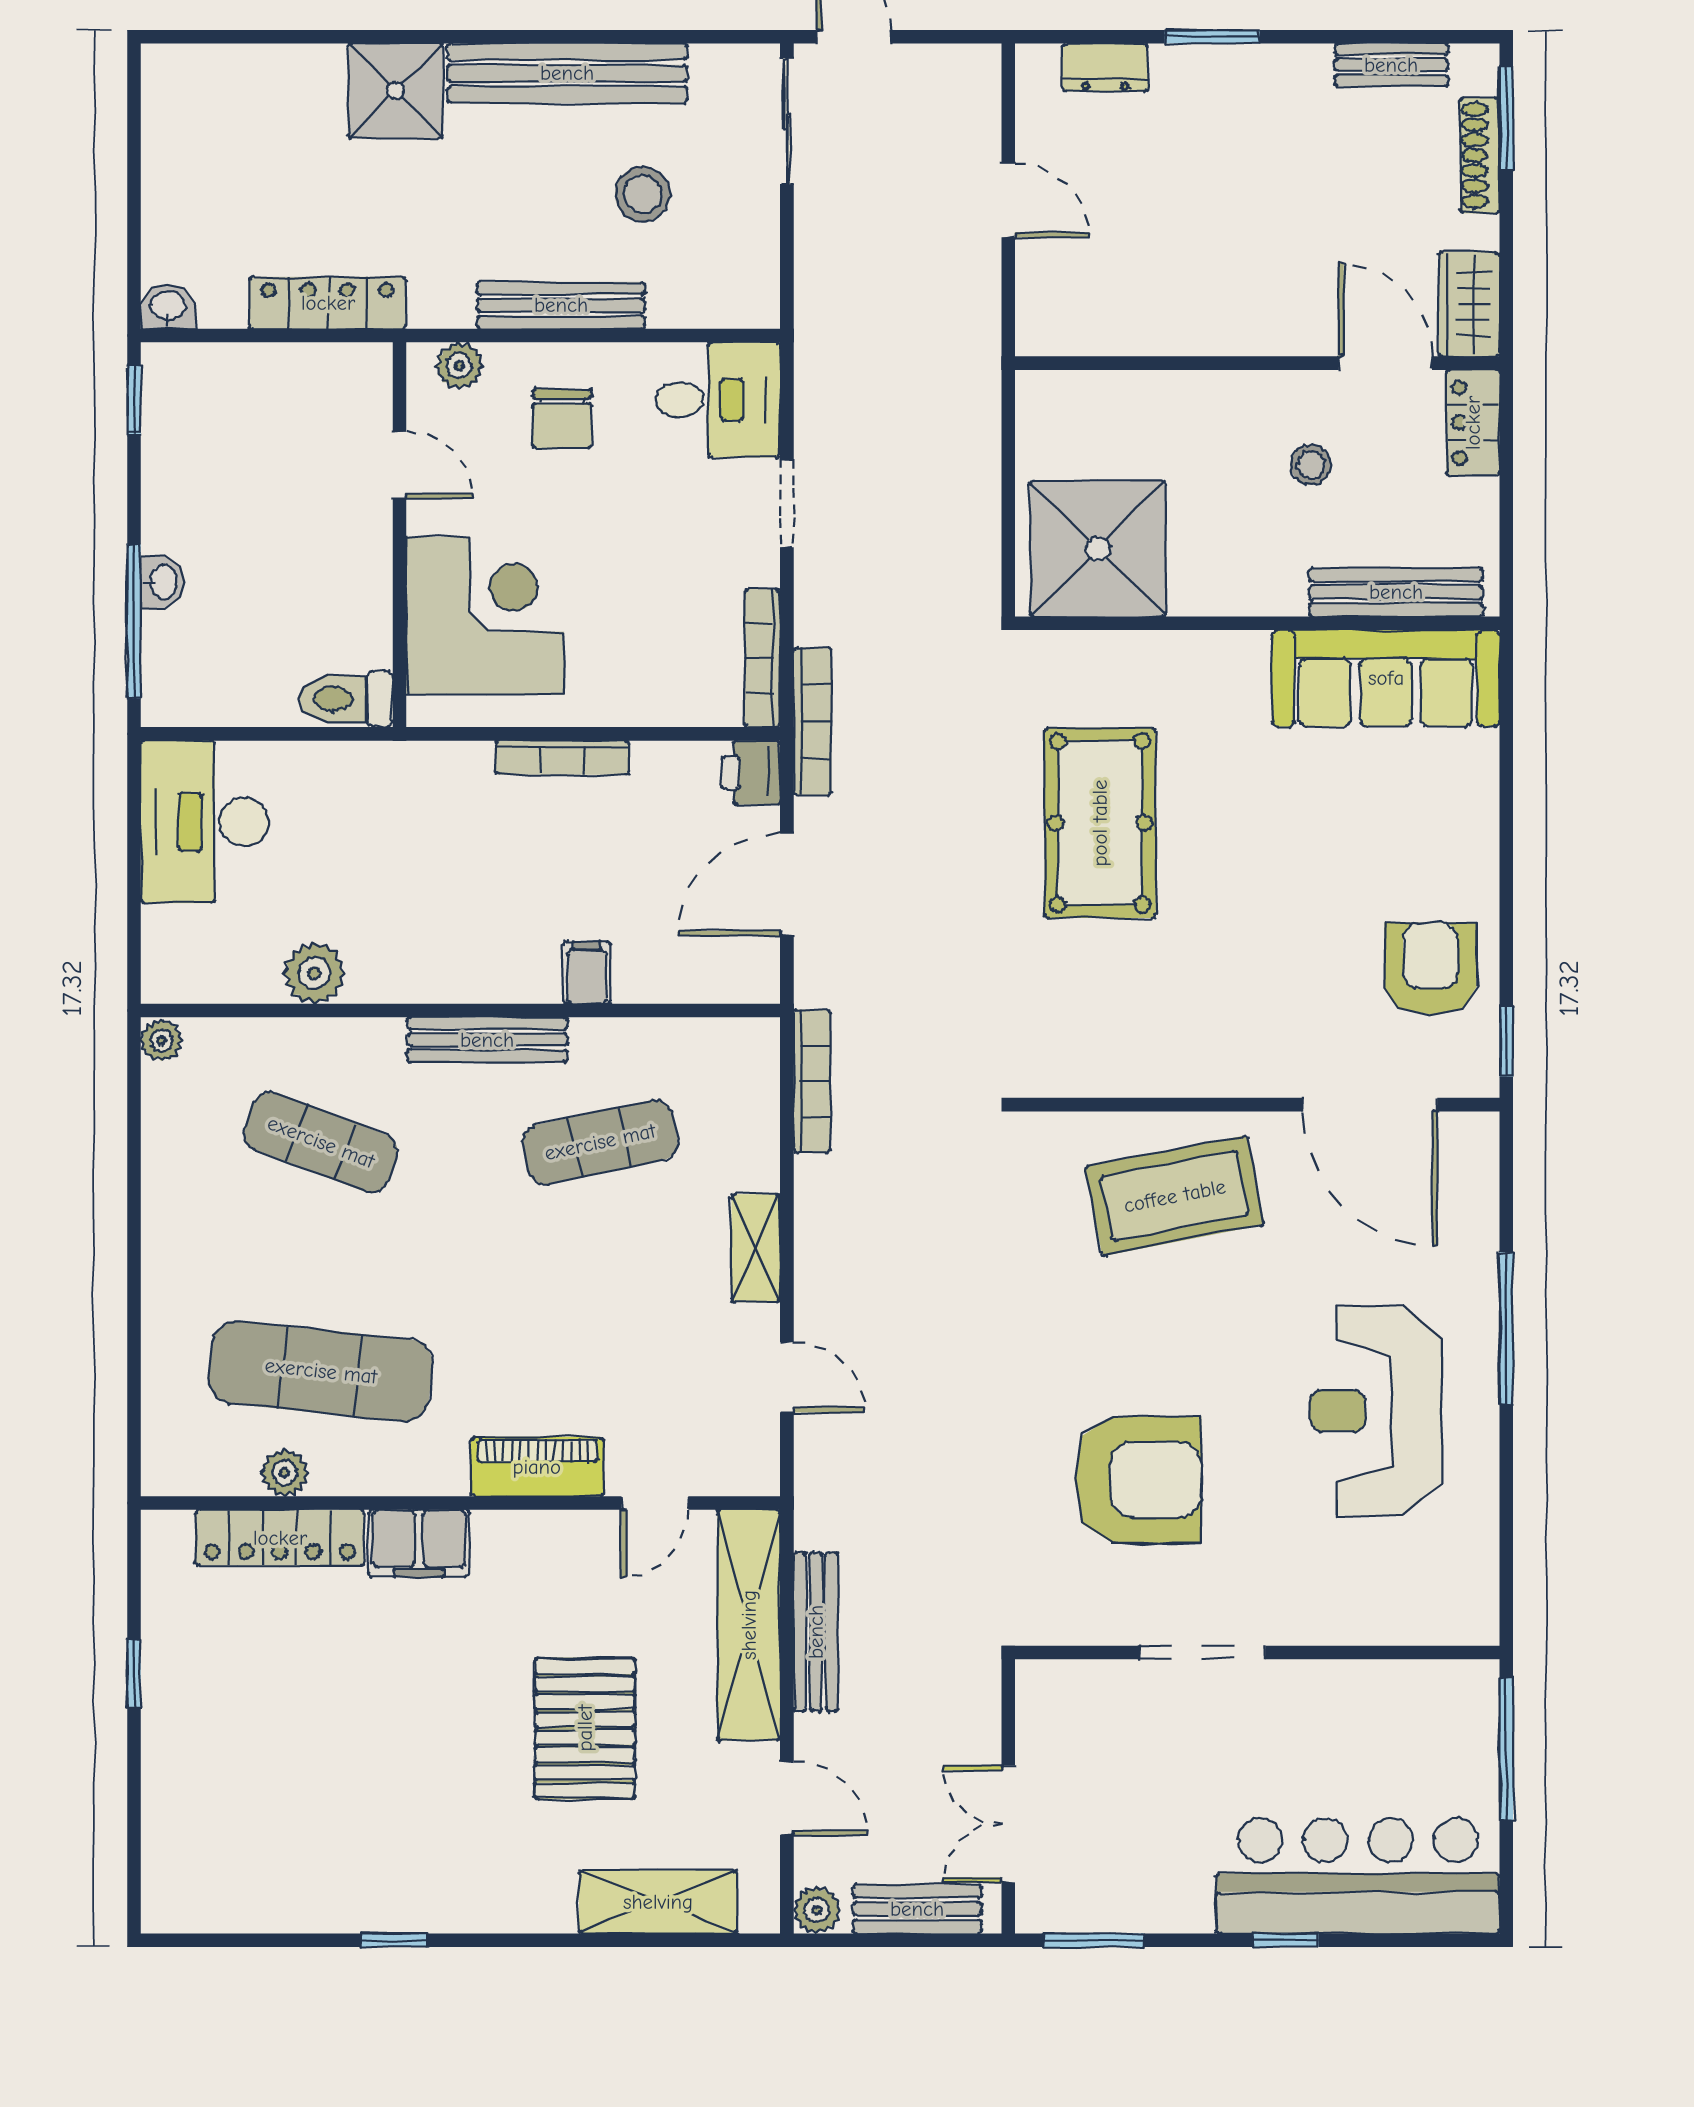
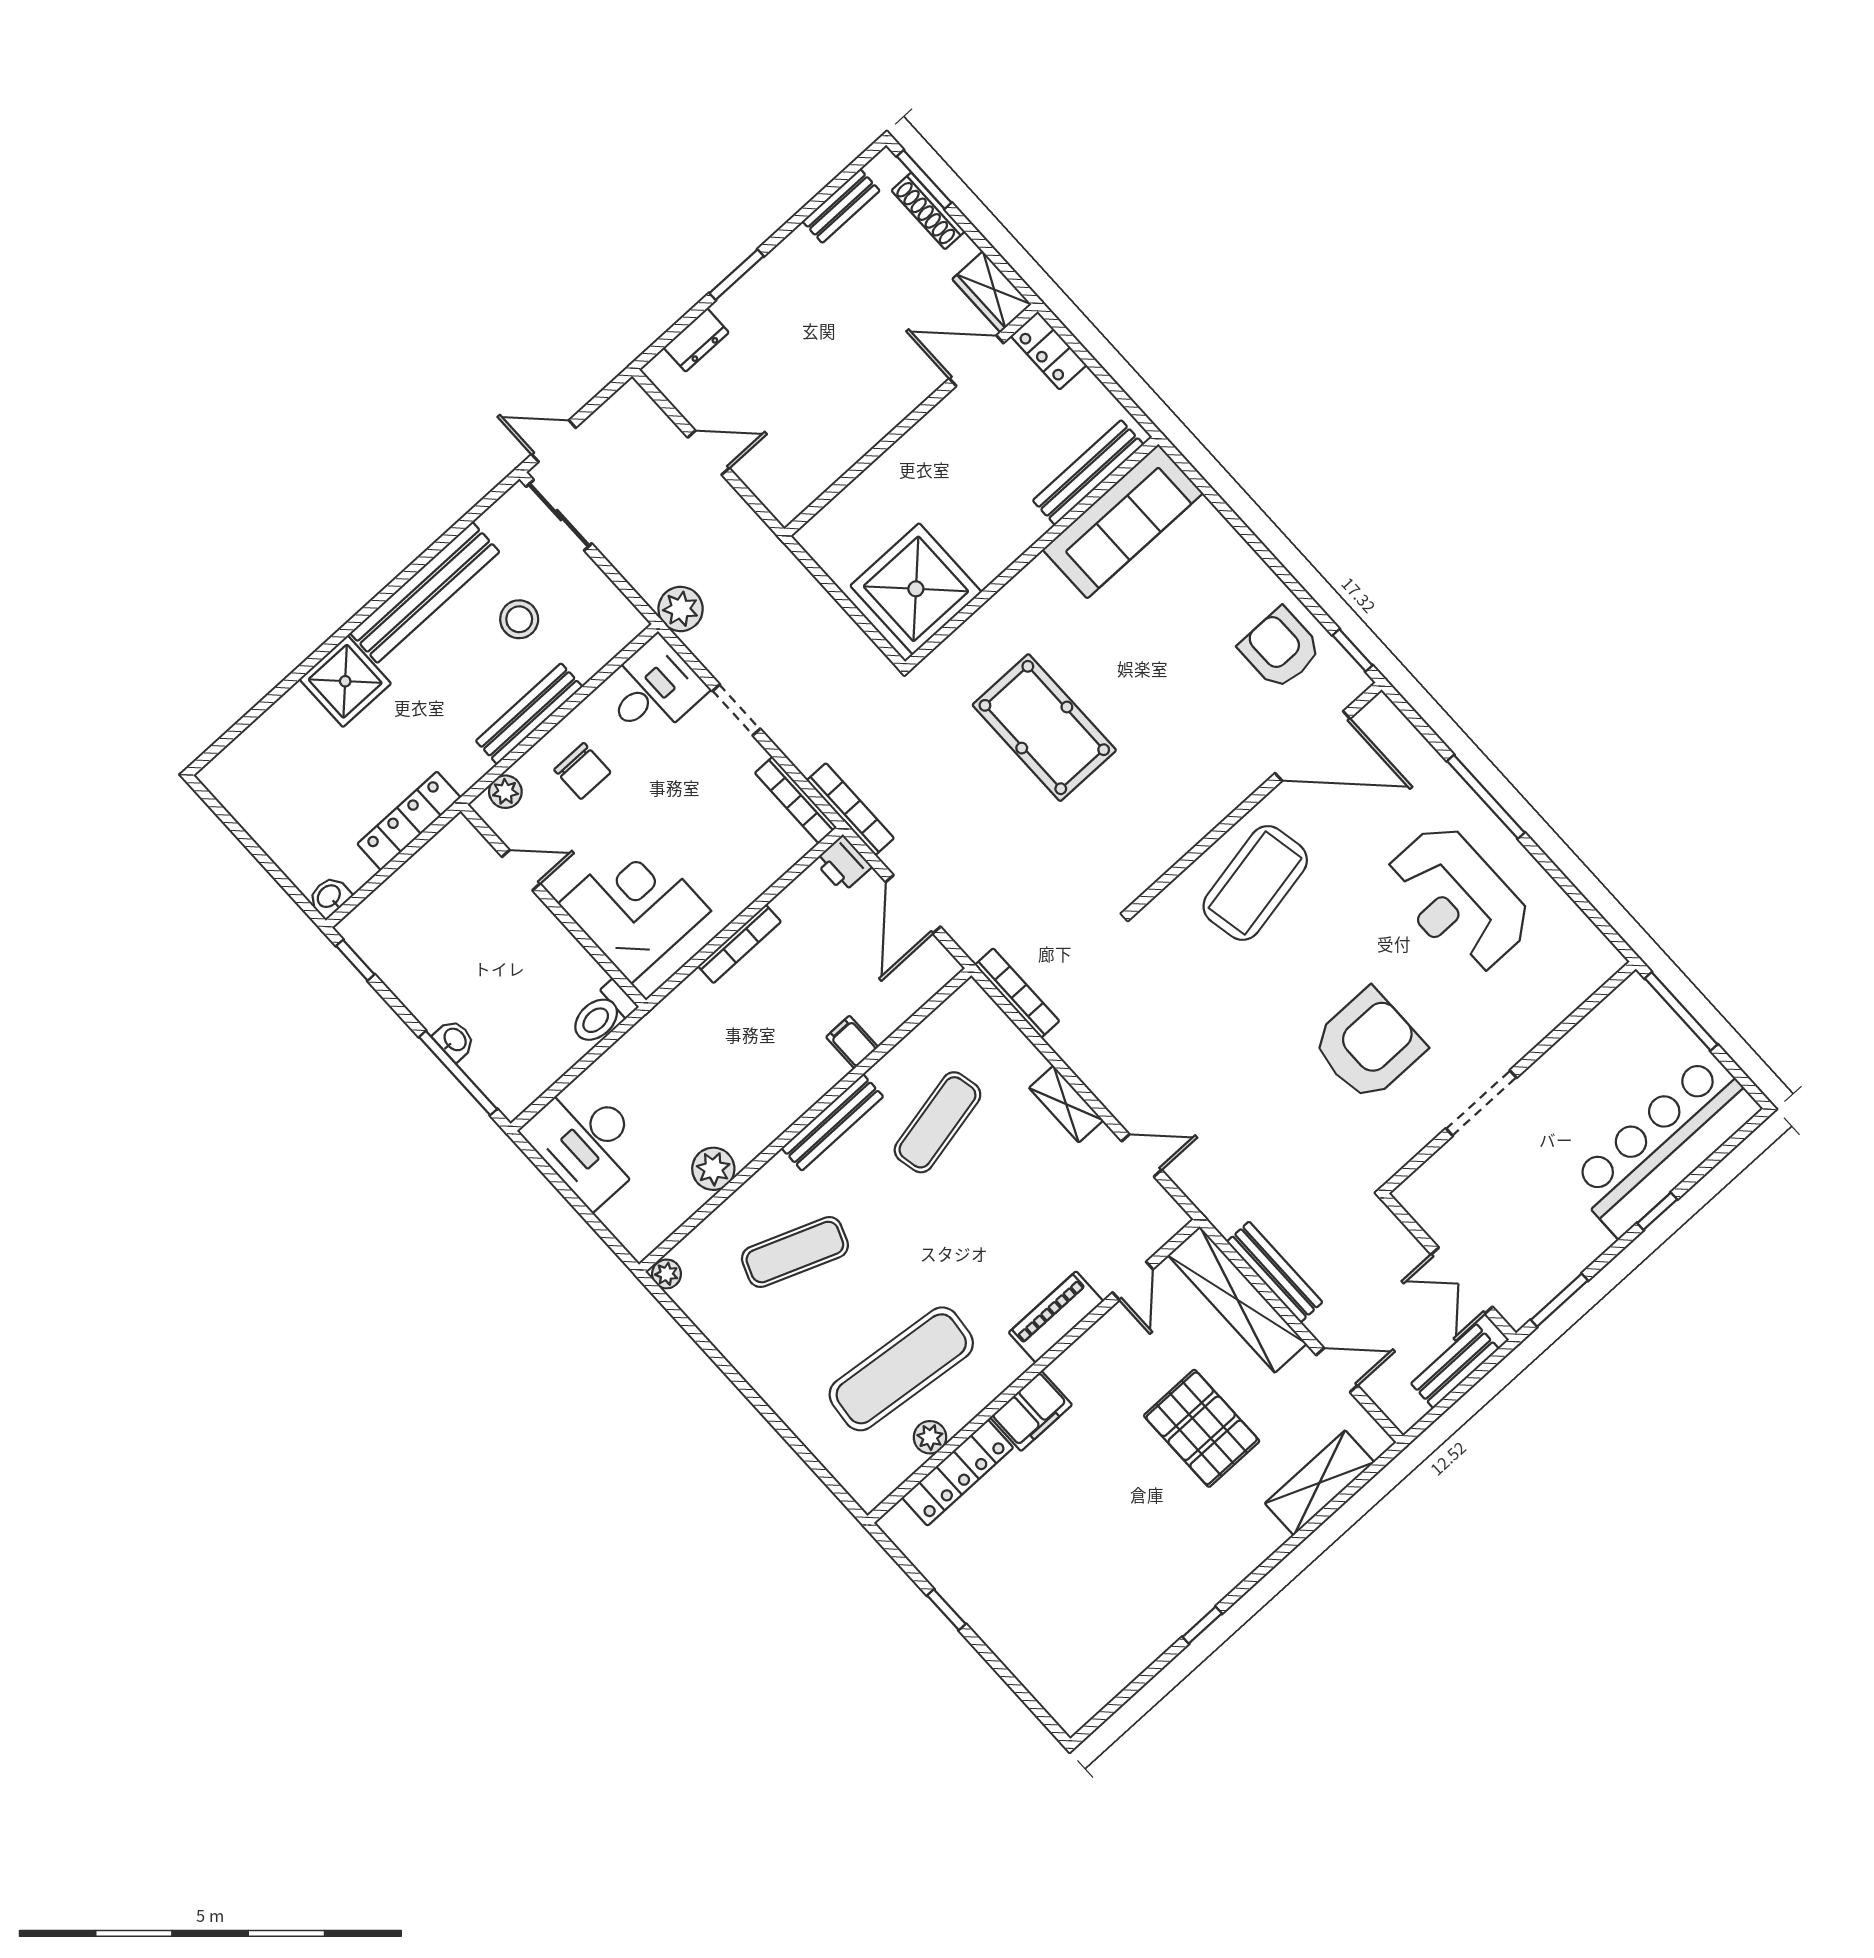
stool: (1311, 465) -> (986, 447), removed
plant: (817, 1910) -> (681, 609), moved, width x1.38, depth x1.38

